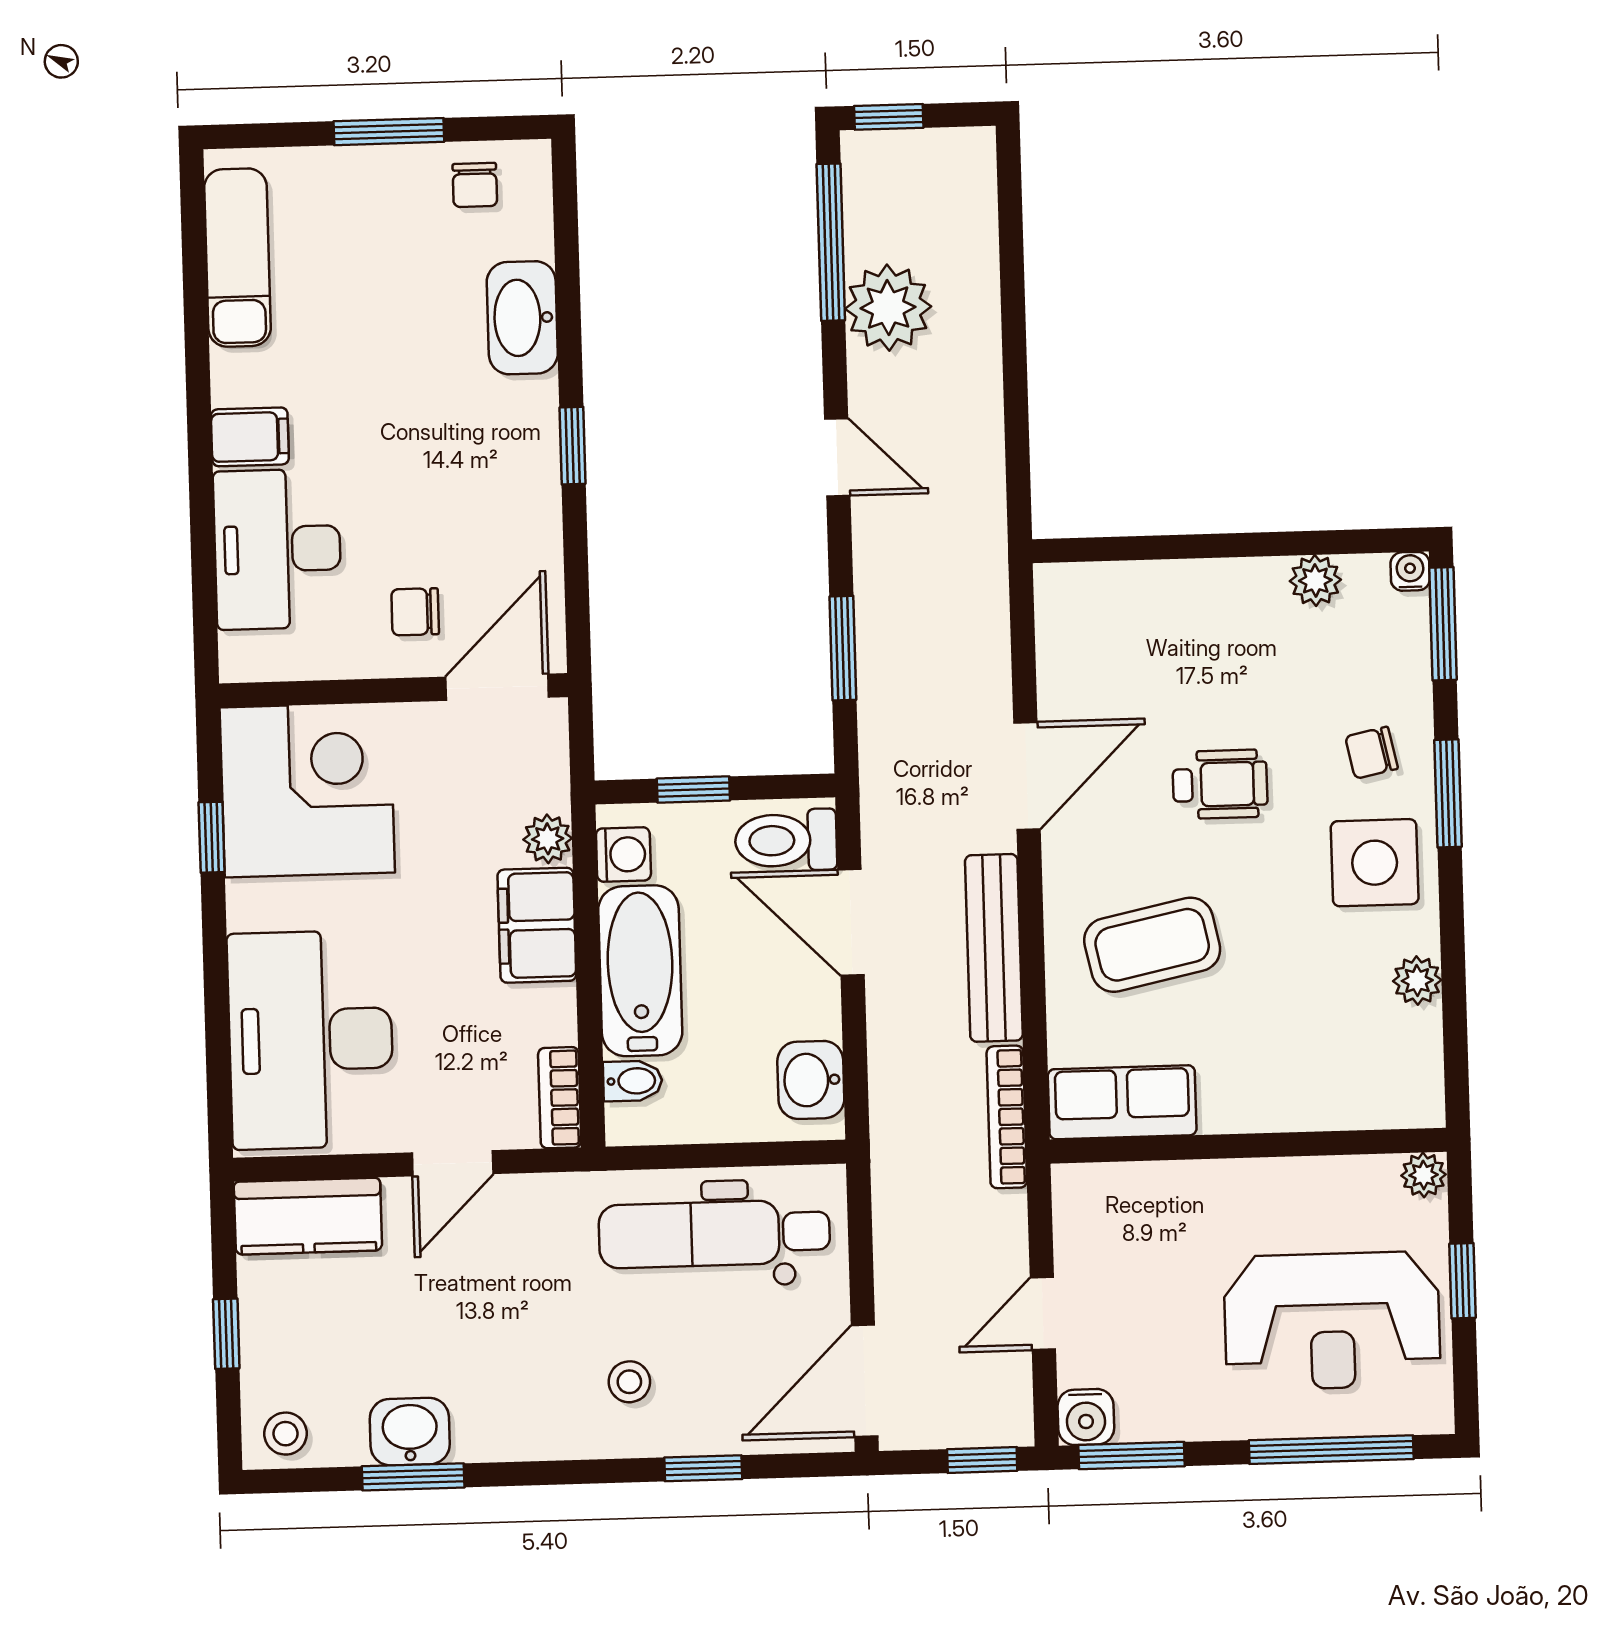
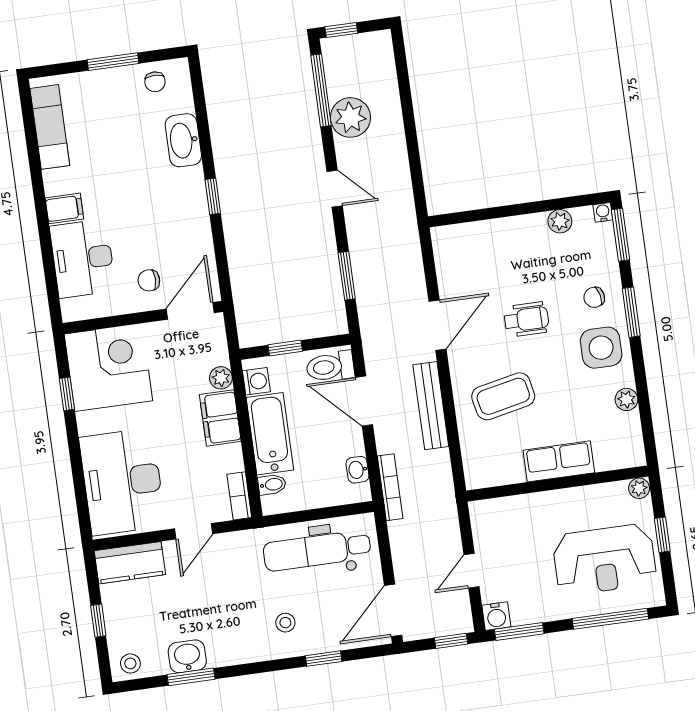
washbasin: (811, 1080) -> (357, 470), width x0.72, depth x0.69
row of seats: (1122, 1102) -> (559, 461), moved
bookcase: (1007, 1117) -> (390, 487), moved, turned 180

